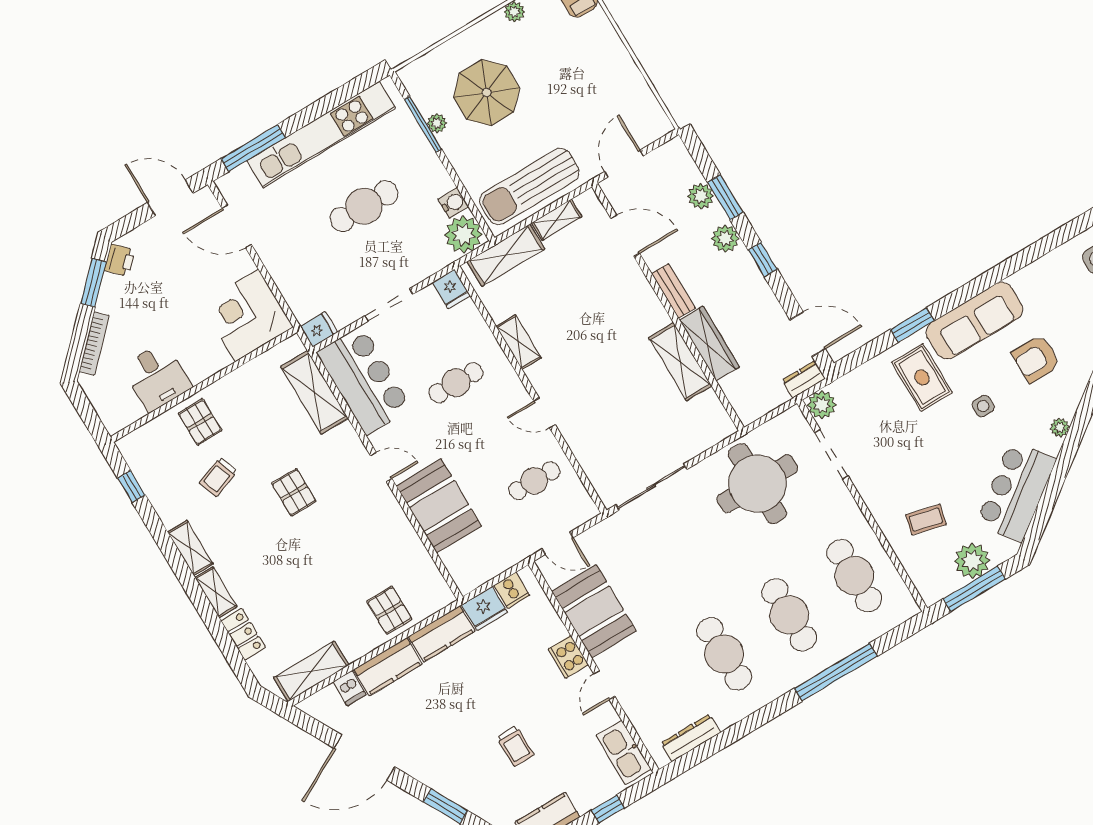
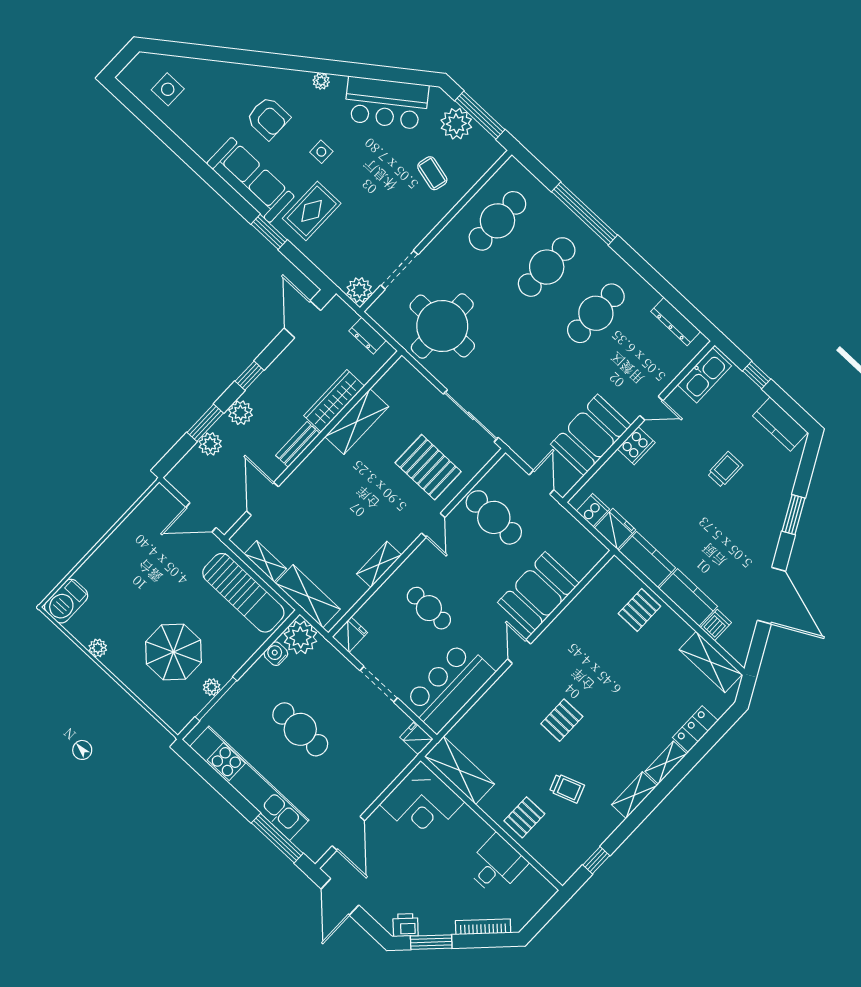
dresser: (804, 379) -> (368, 336), moved
shelving: (314, 392) -> (459, 770), moved, turned 90
pallet: (609, 425) -> (428, 467), added
cafe table: (534, 481) -> (494, 517), width x1.37, depth x1.35

